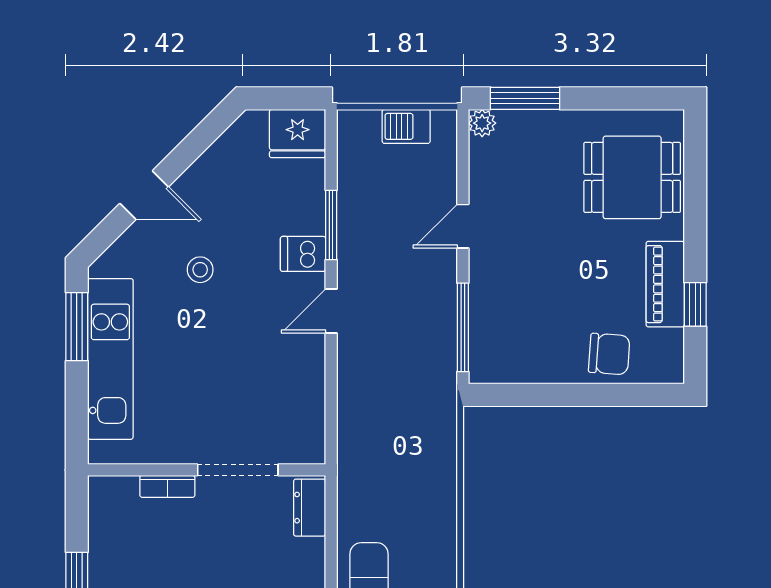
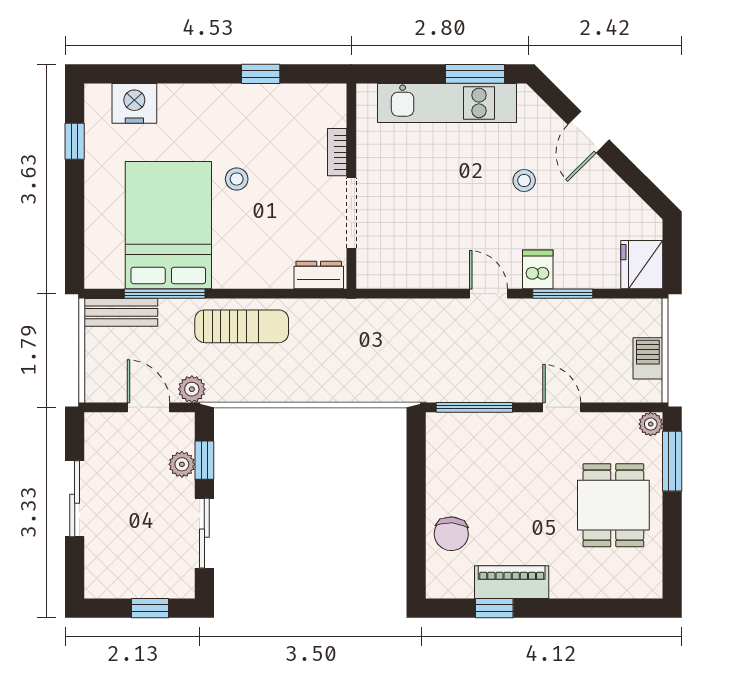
dining table: (632, 177) -> (613, 505), moved

